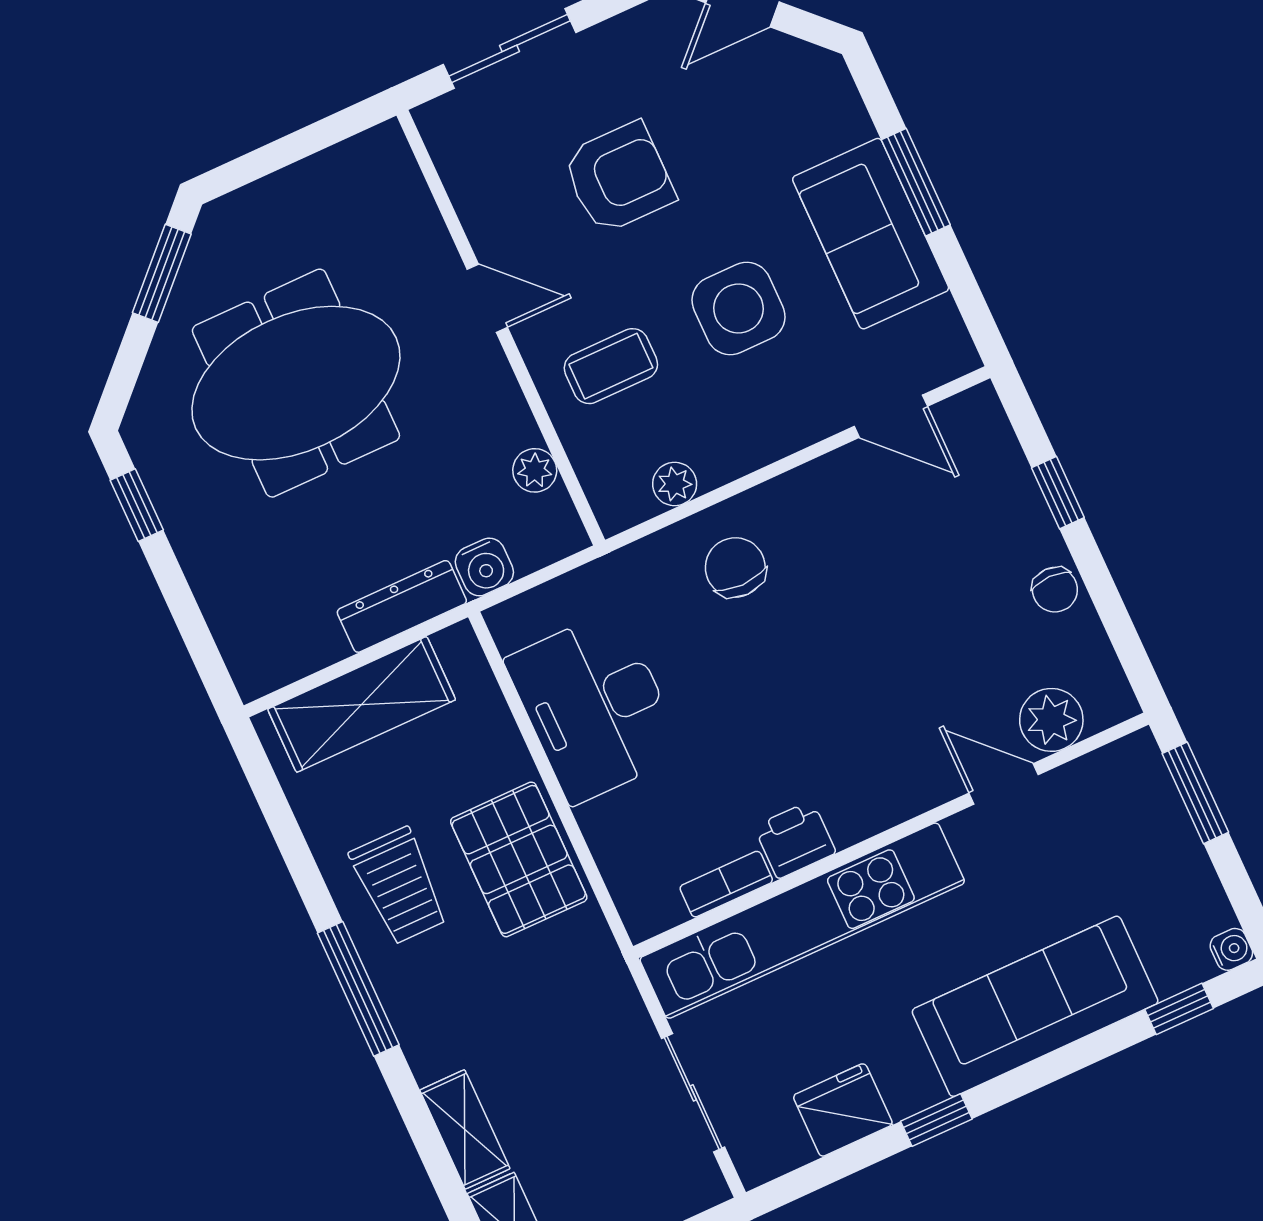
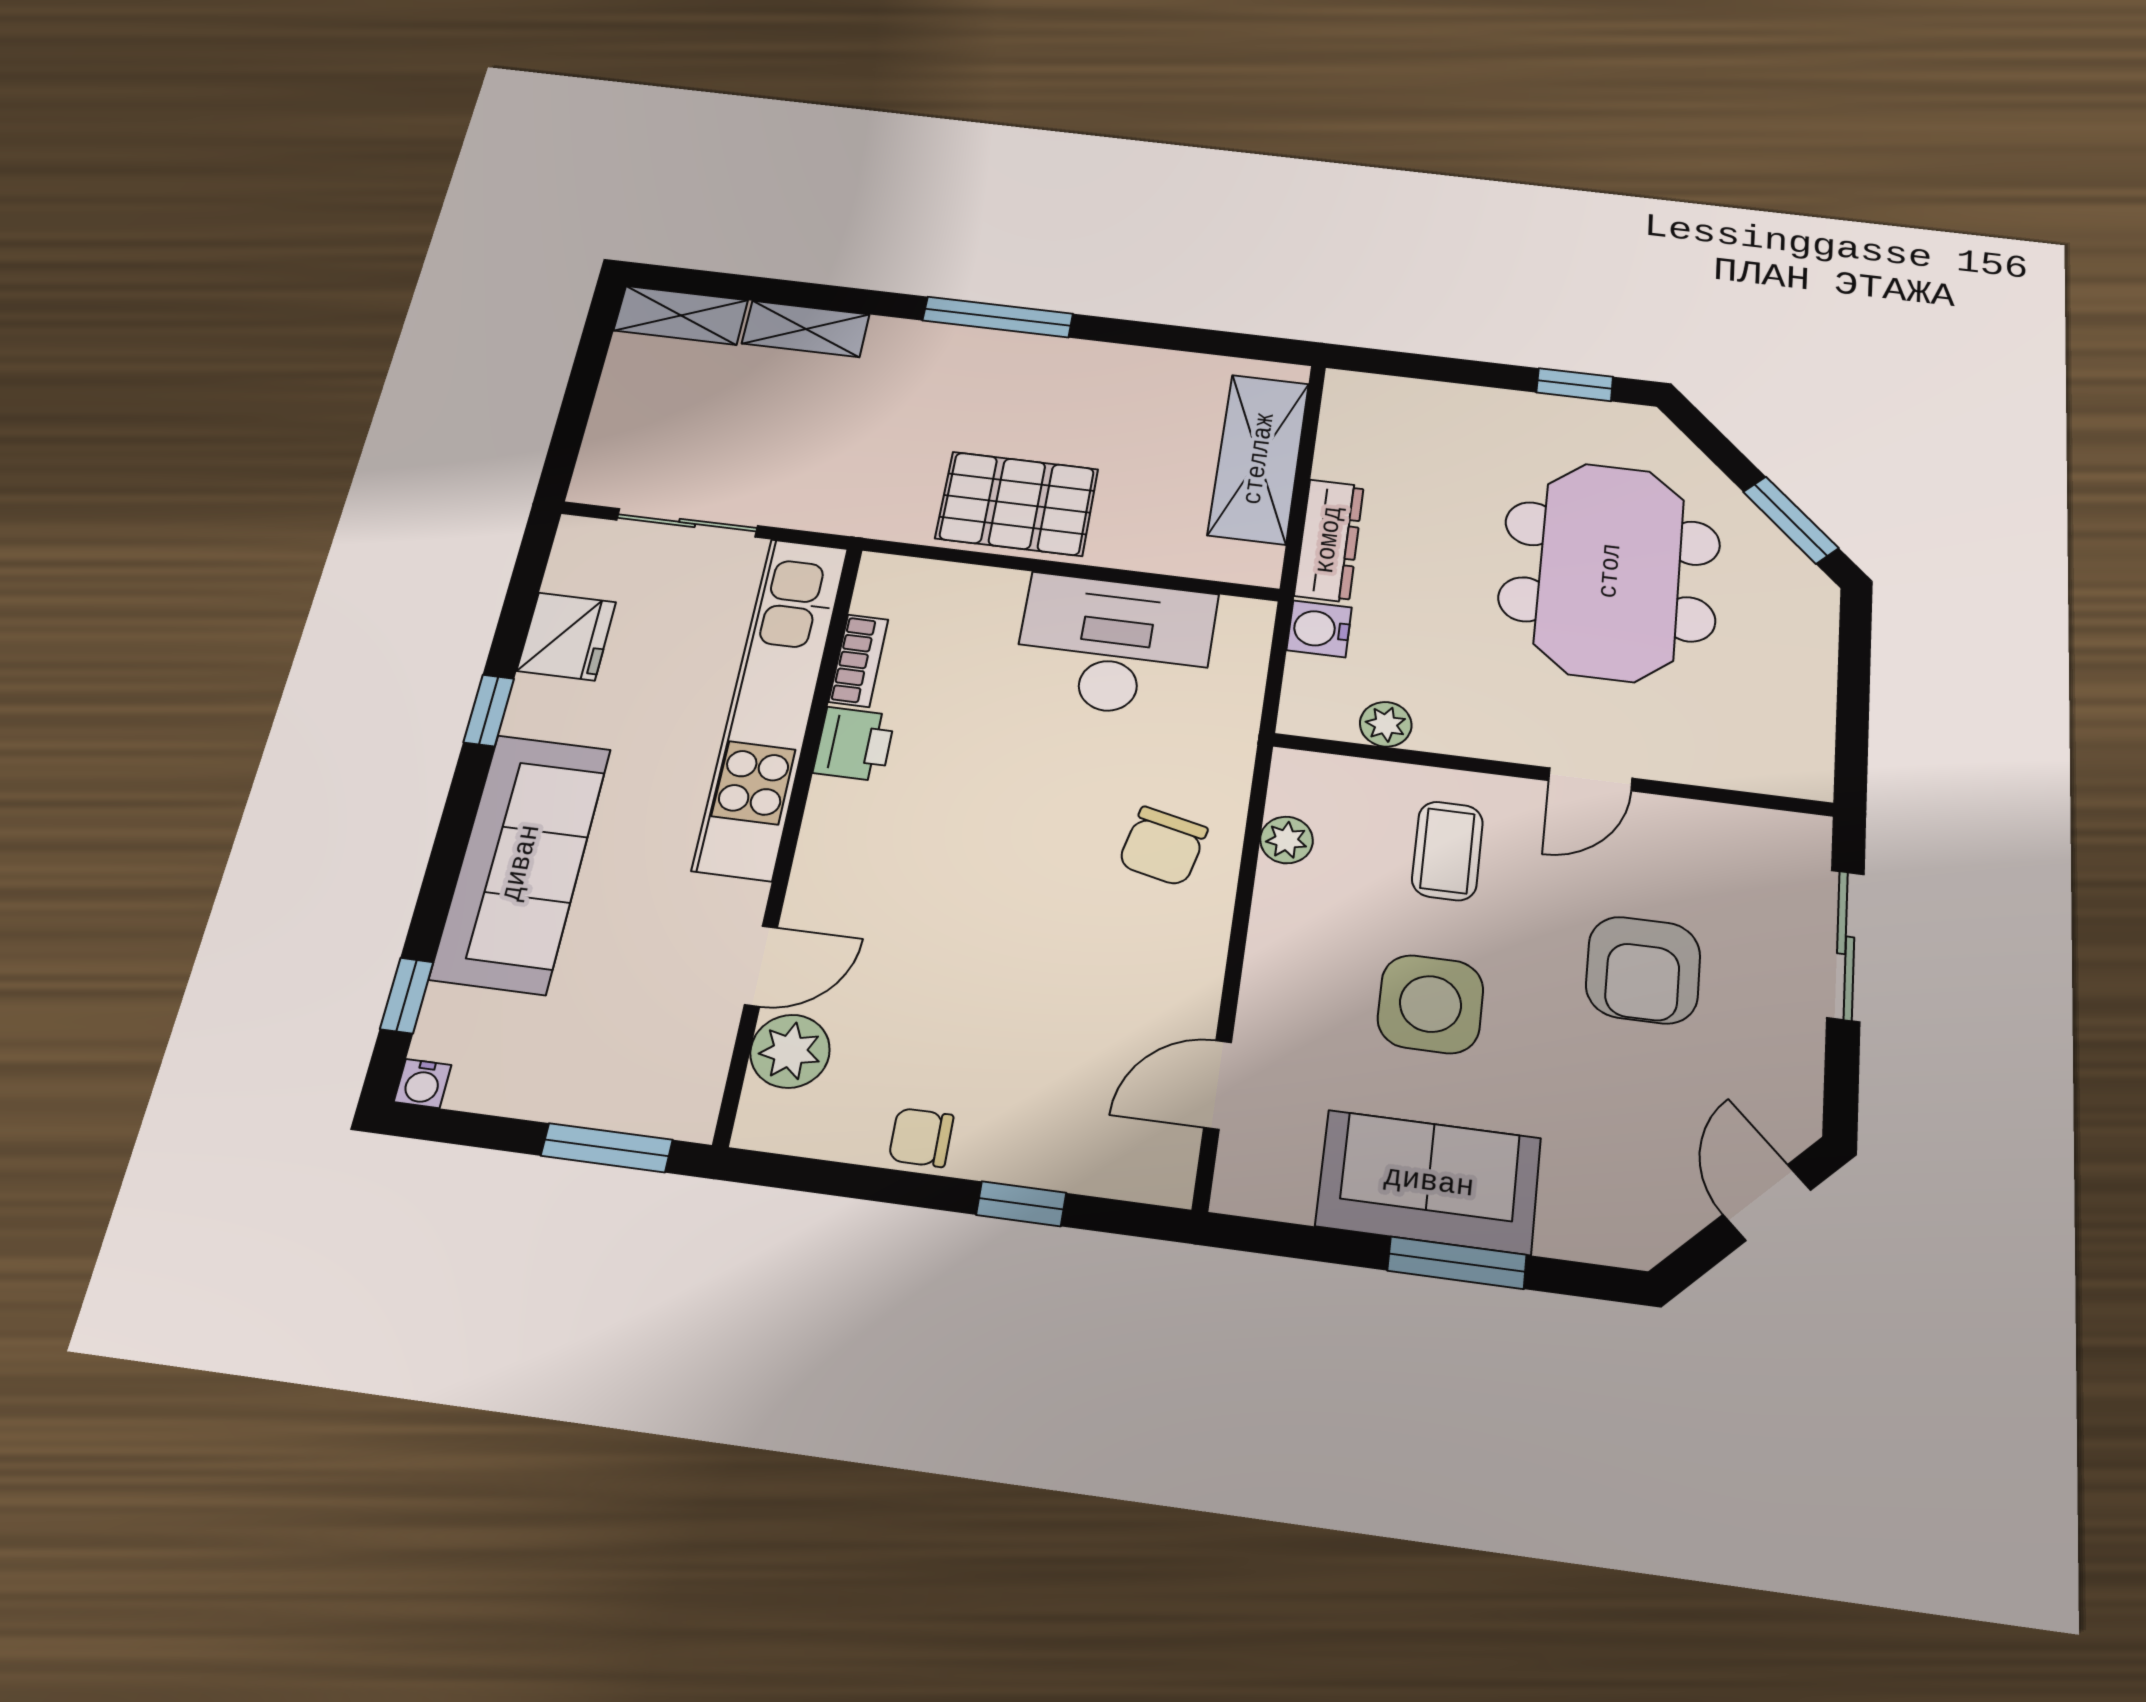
chair: (735, 567) -> (1163, 846), turned 103
trolley: (399, 886) -> (1067, 398), removed

